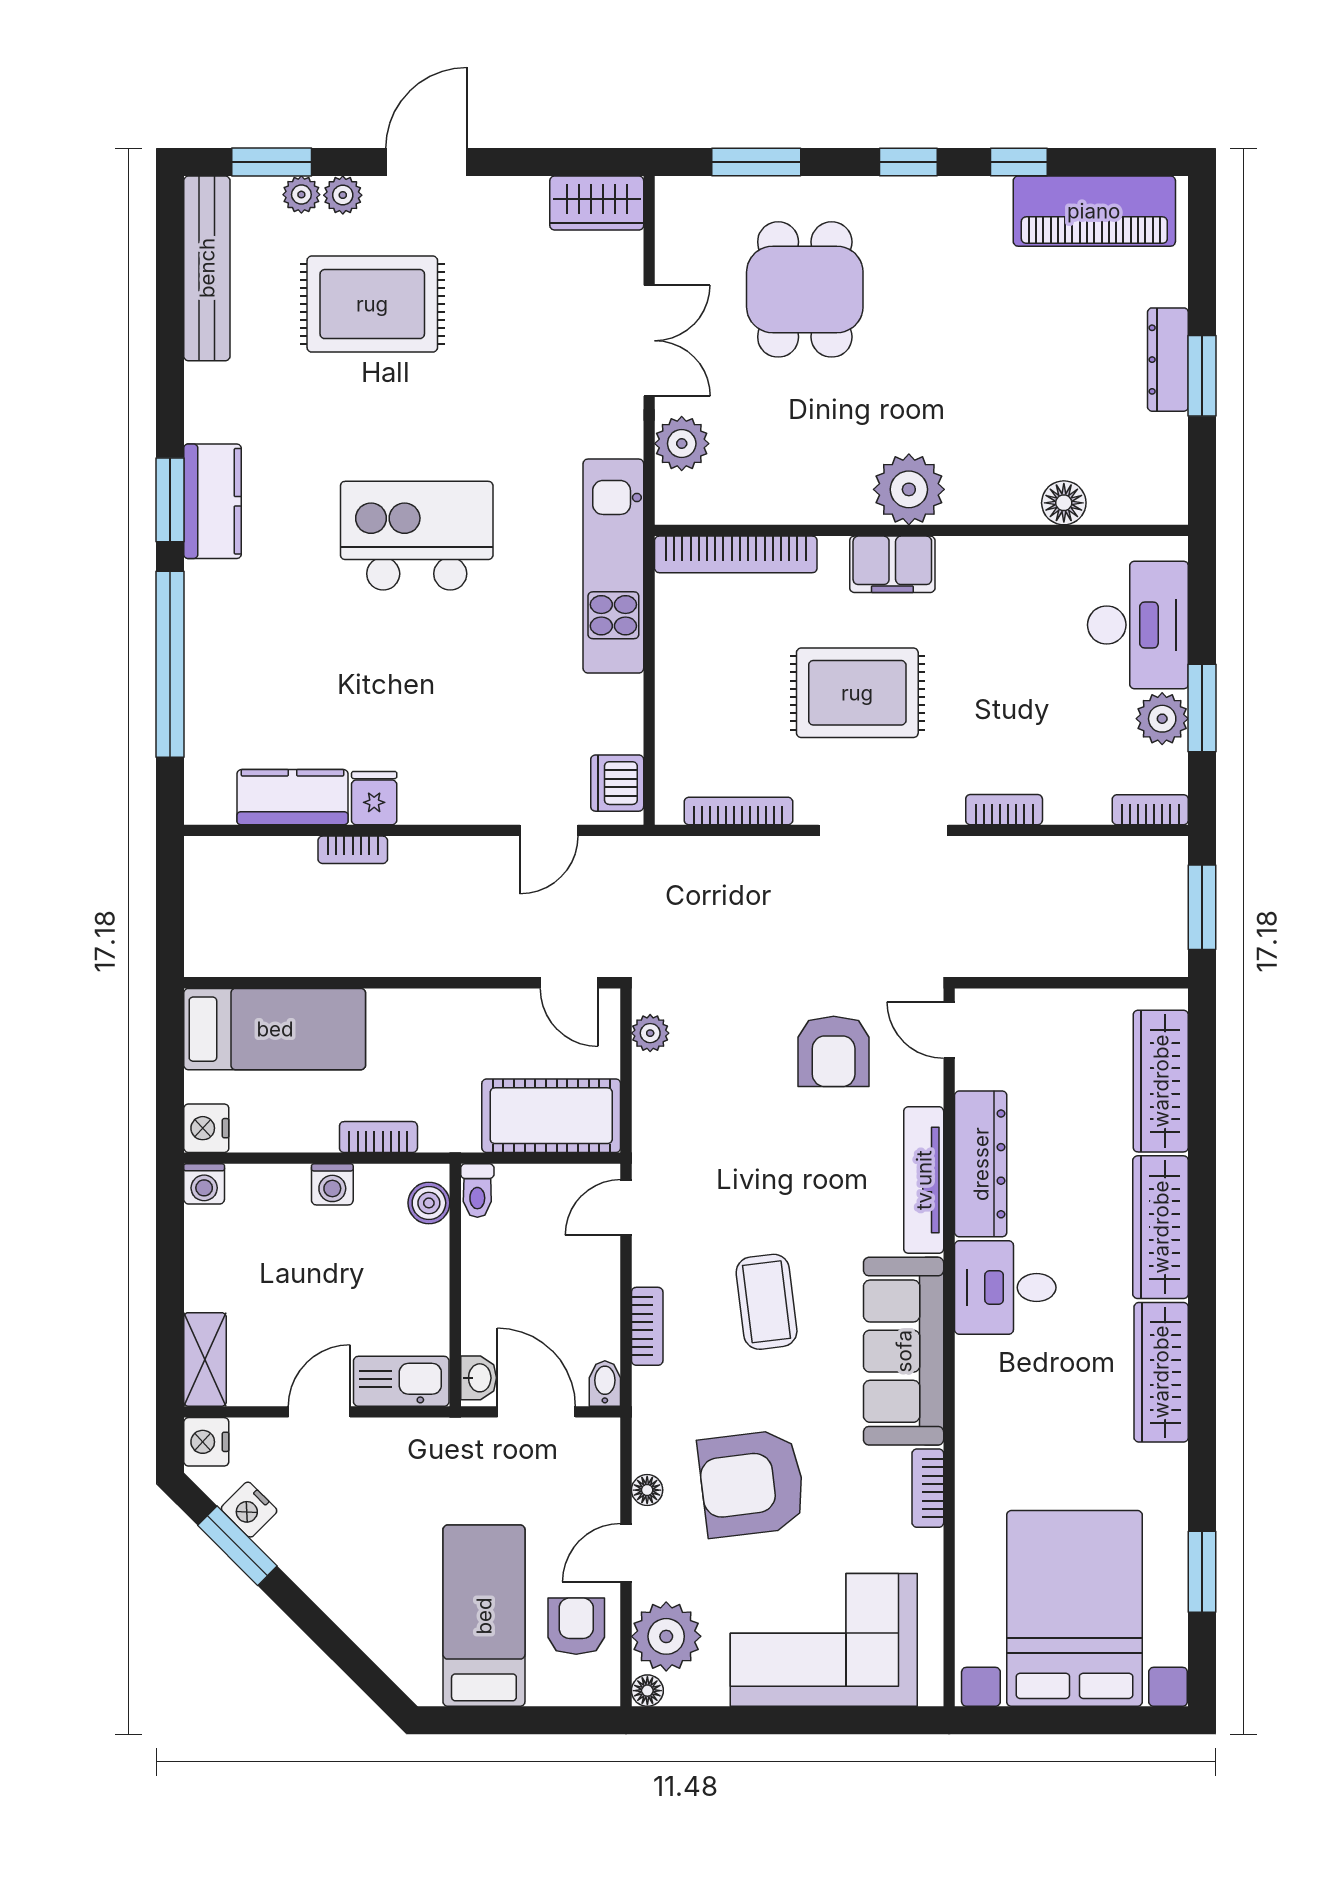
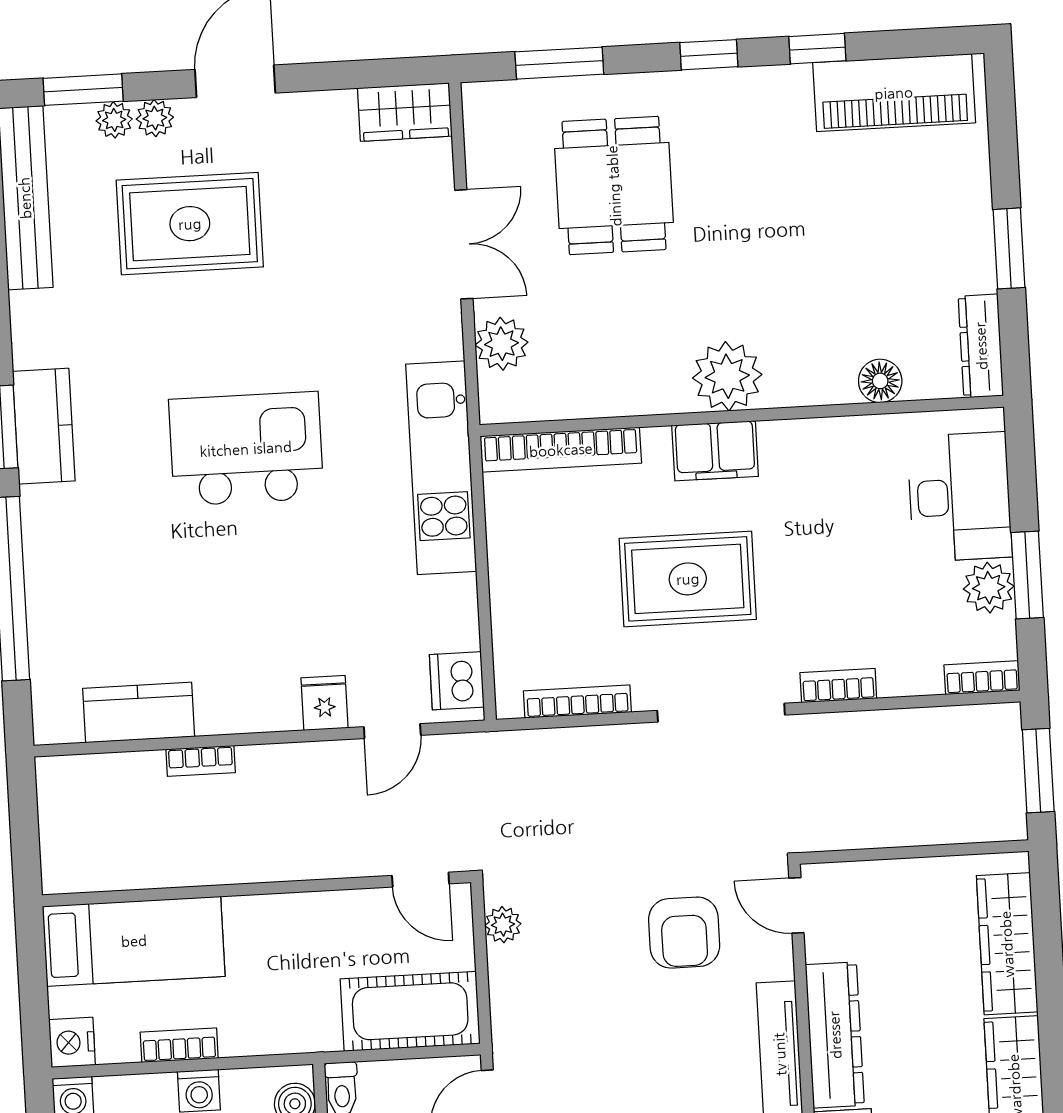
dresser: (1168, 360) -> (981, 346), moved
fridge: (374, 798) -> (325, 703), moved
bookcase: (378, 1137) -> (179, 1045), moved

